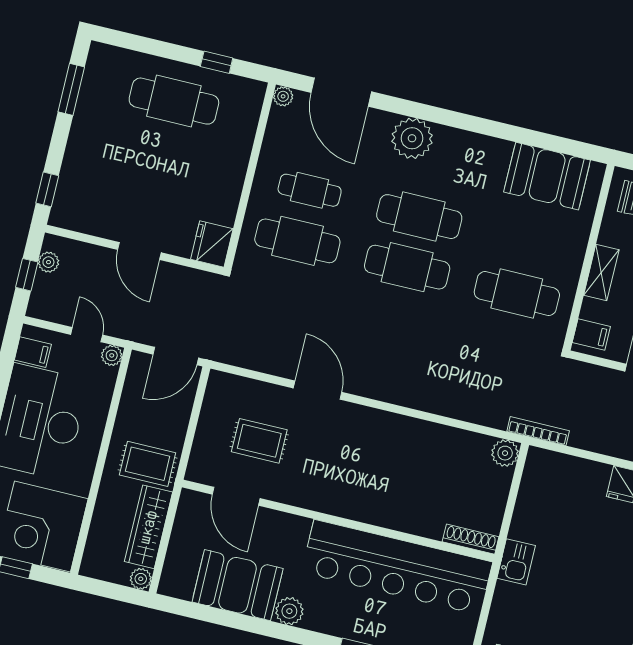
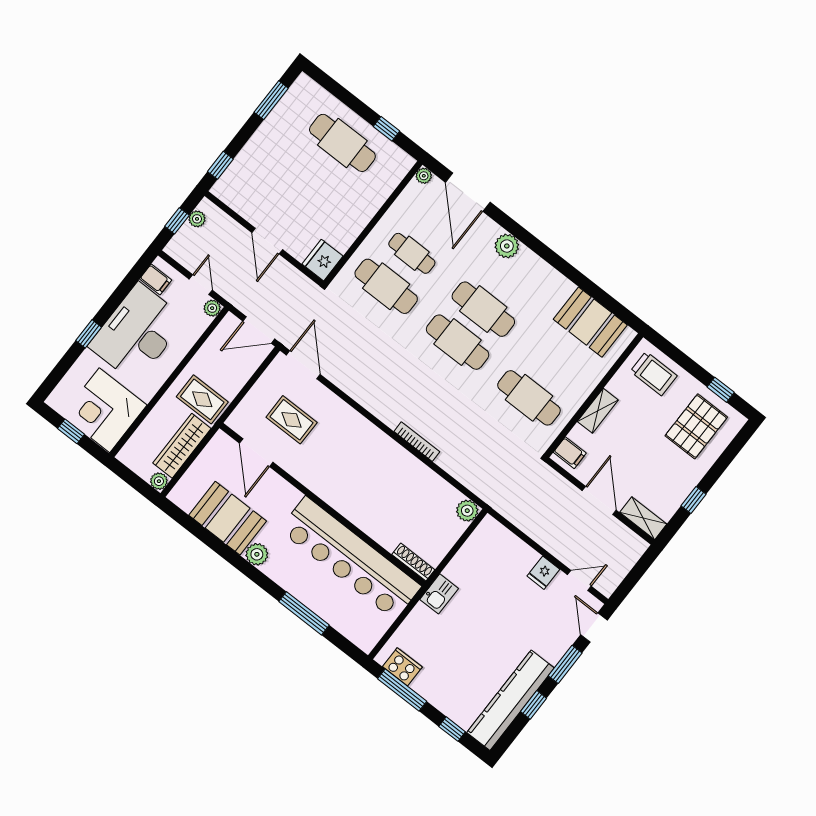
plant: (412, 138) -> (507, 246), width x0.73, depth x0.73
door: (318, 390) -> (303, 365), moved
bookcase: (538, 431) -> (417, 442), moved

